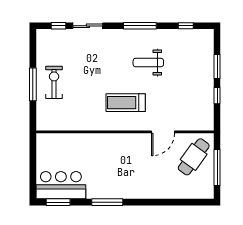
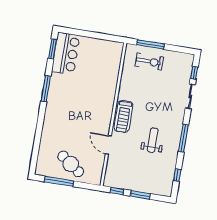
treadmill: (126, 103) -> (123, 116), turned 180
wall: (125, 132) -> (113, 114), moved
door: (163, 132) -> (108, 145), moved

